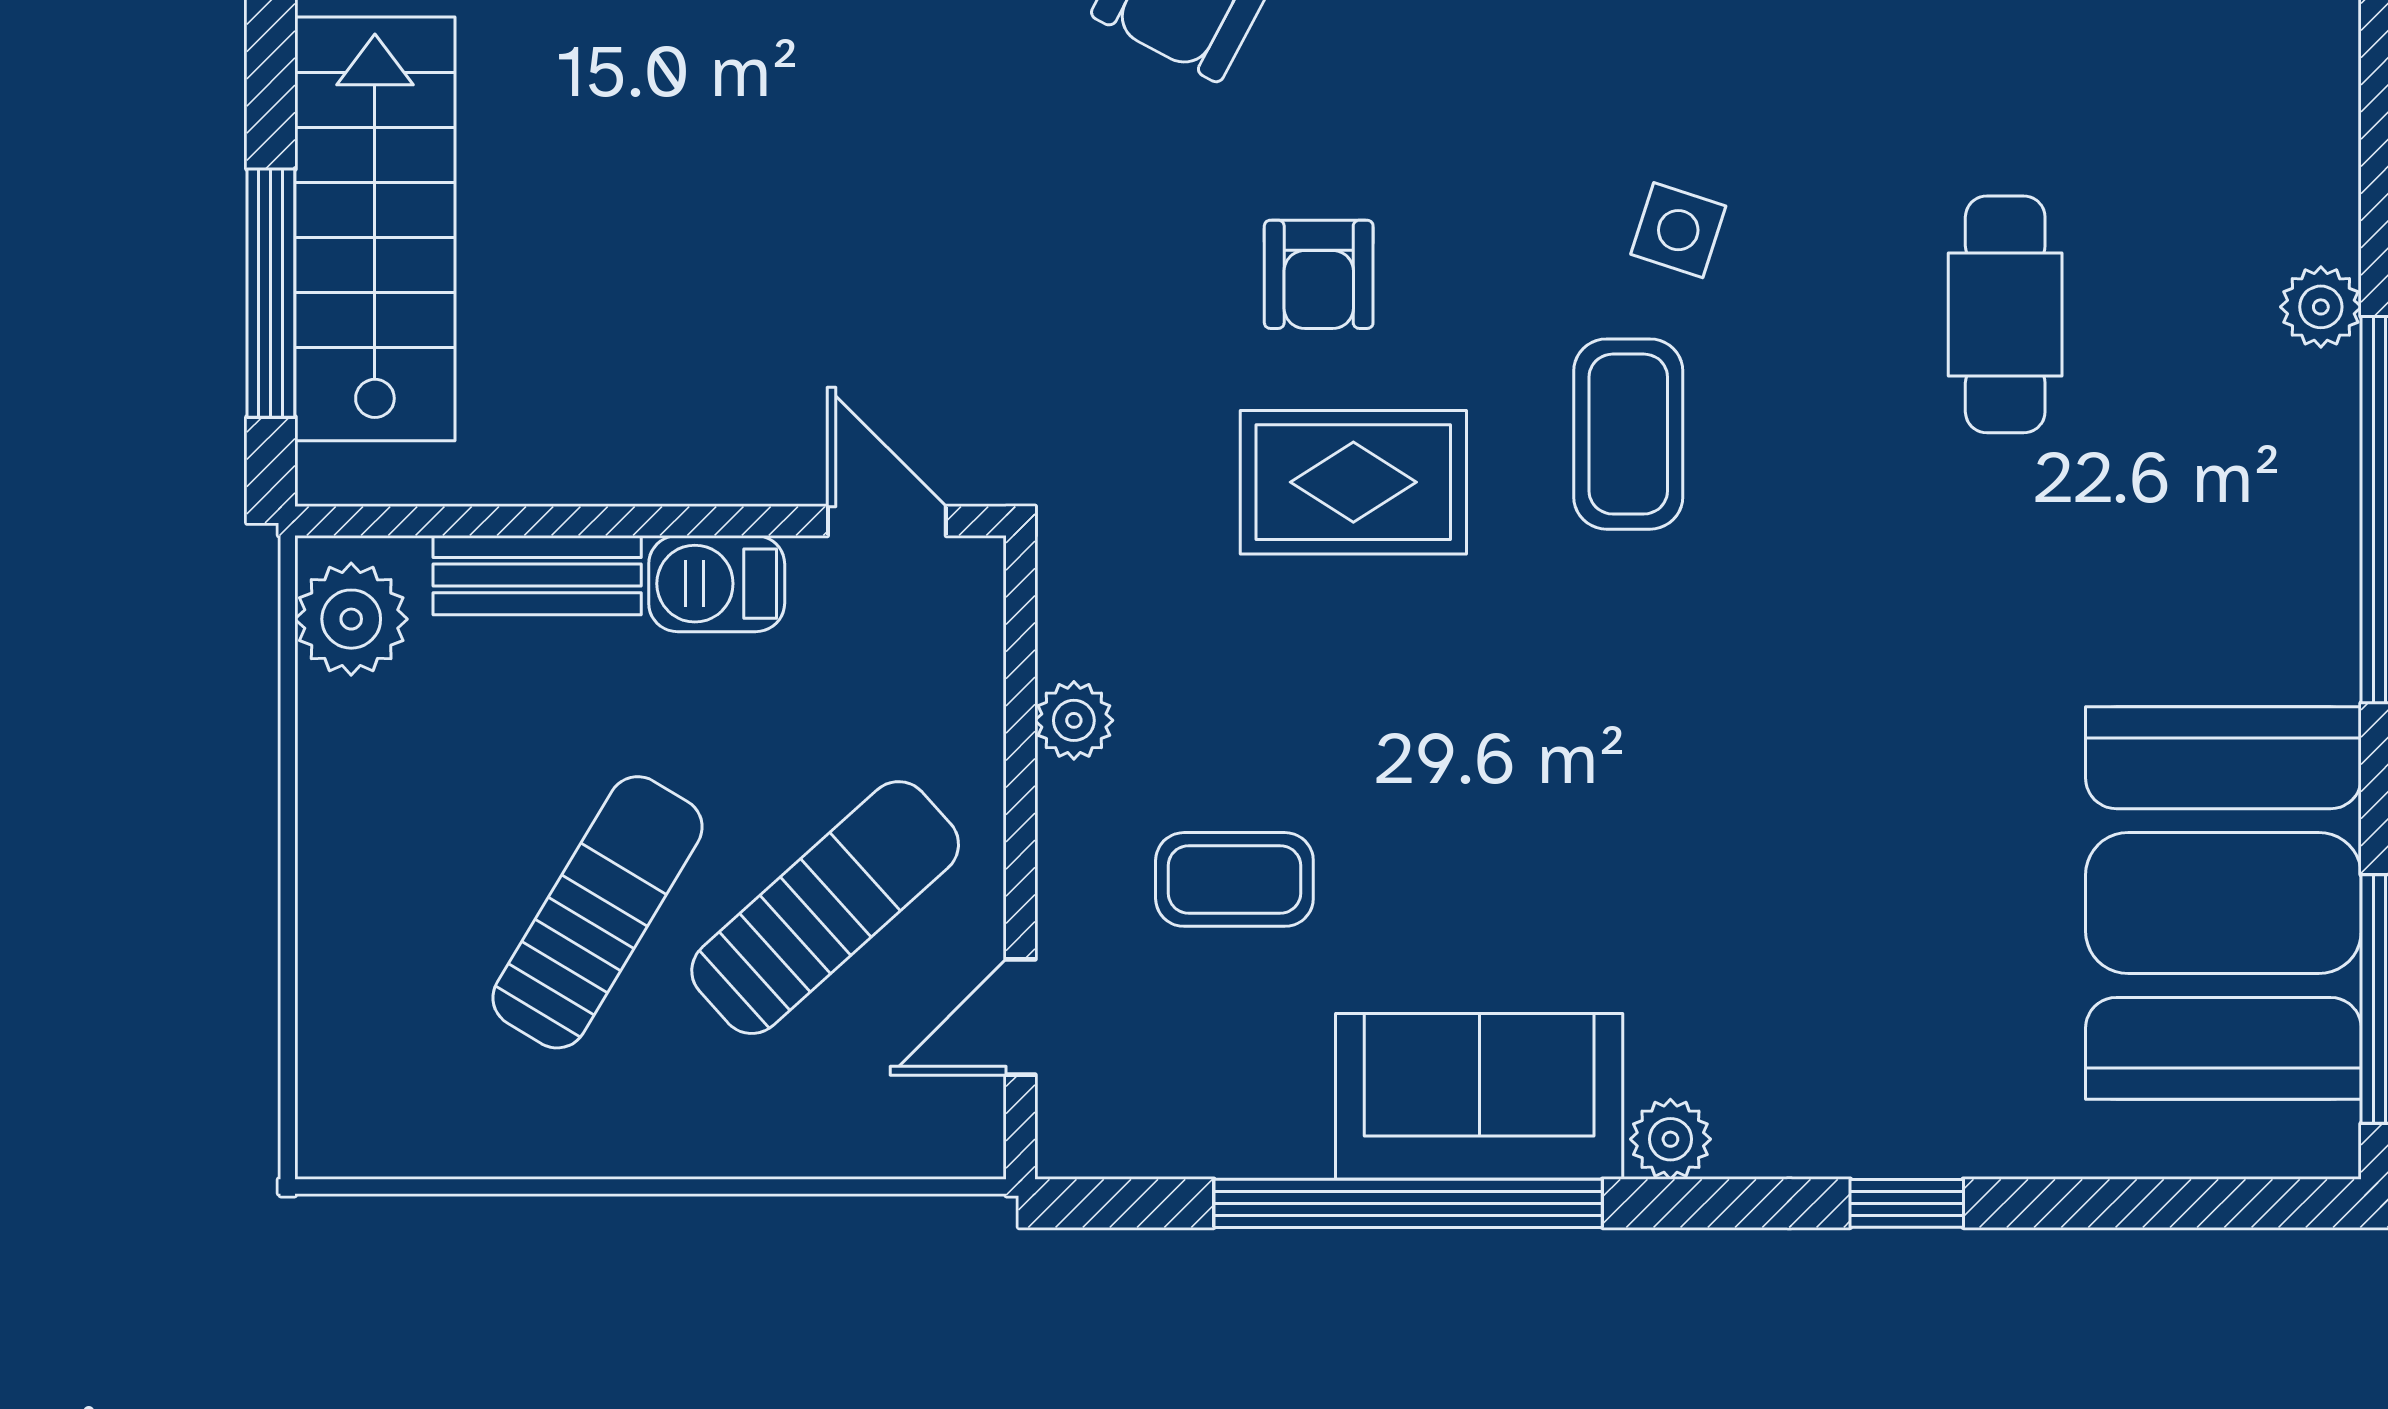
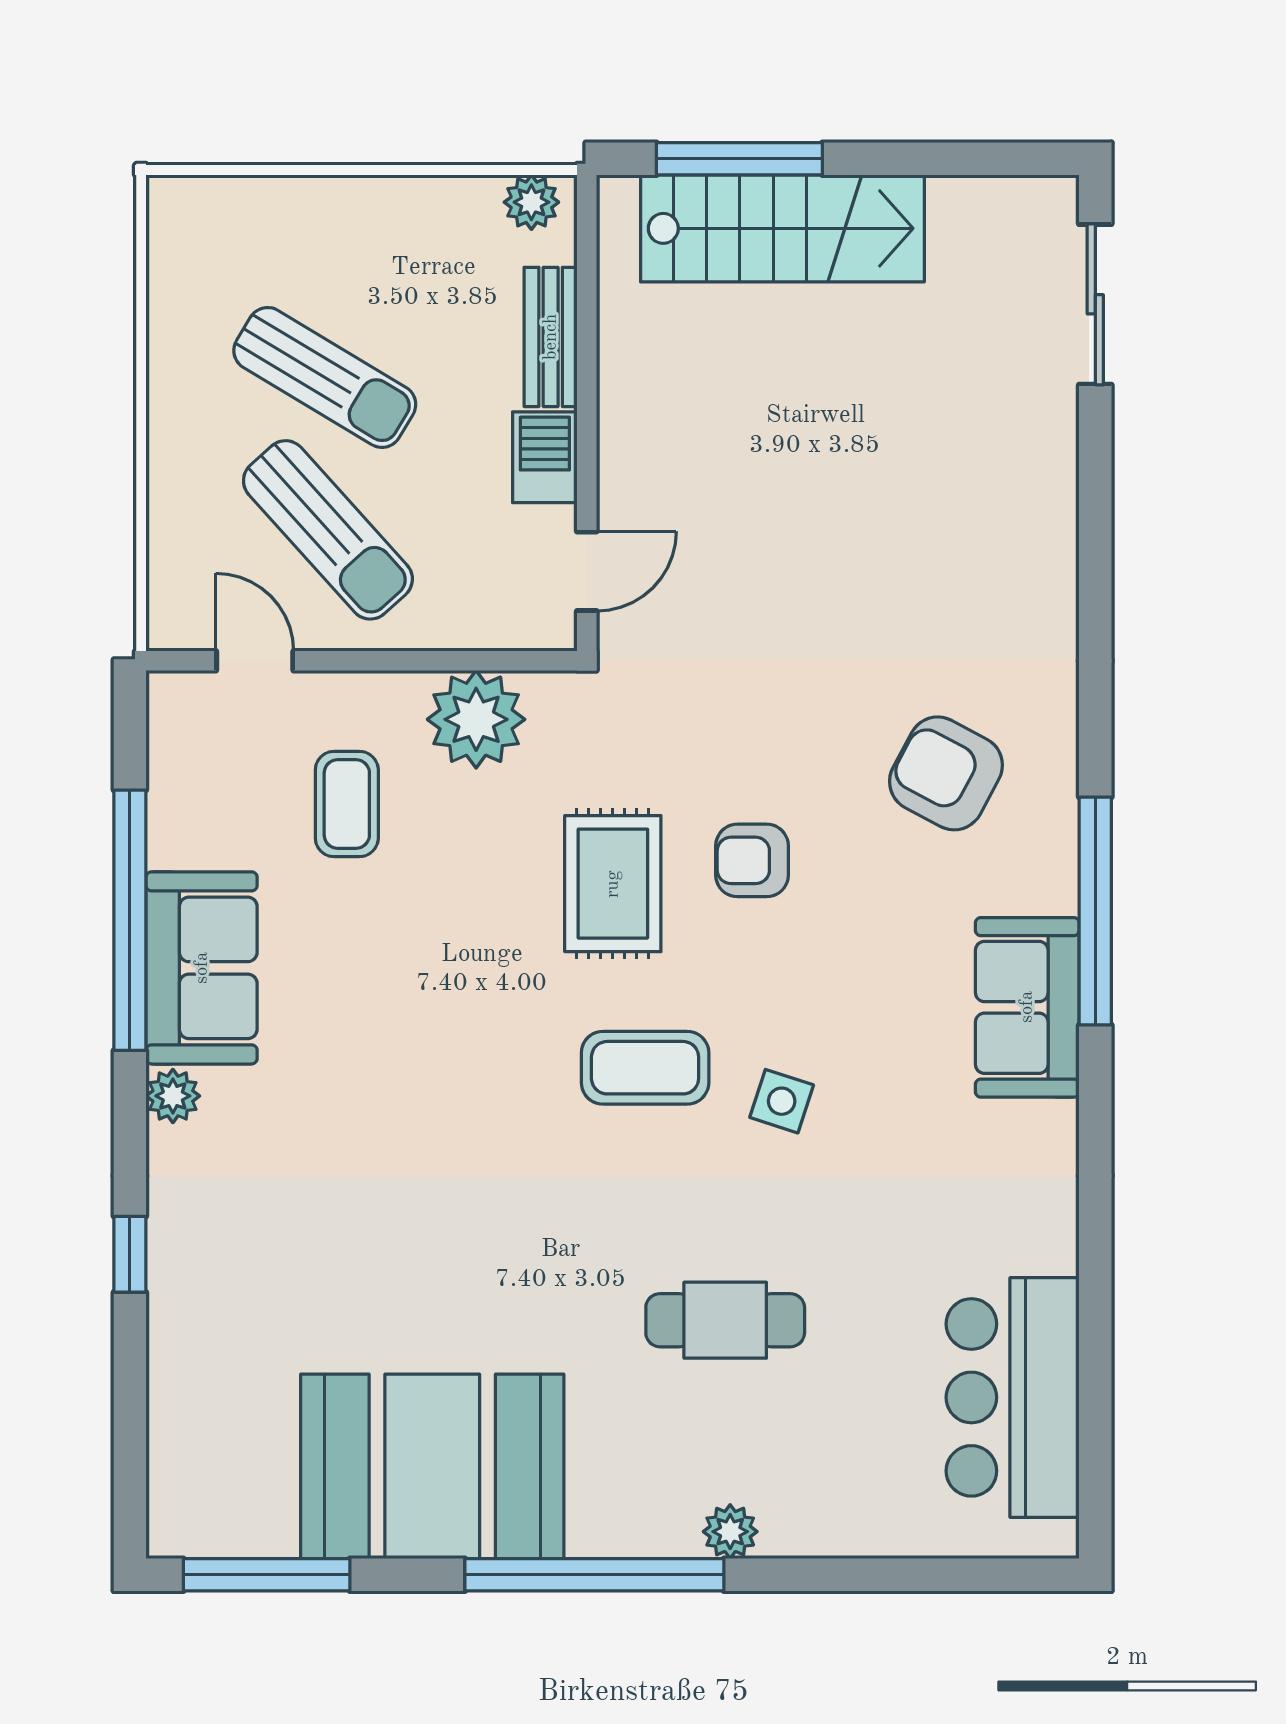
plant: (351, 619) -> (531, 202), width x0.73, depth x0.73
plant: (1074, 720) -> (476, 719), width x1.87, depth x1.87
booth: (2223, 903) -> (432, 1466), moved

